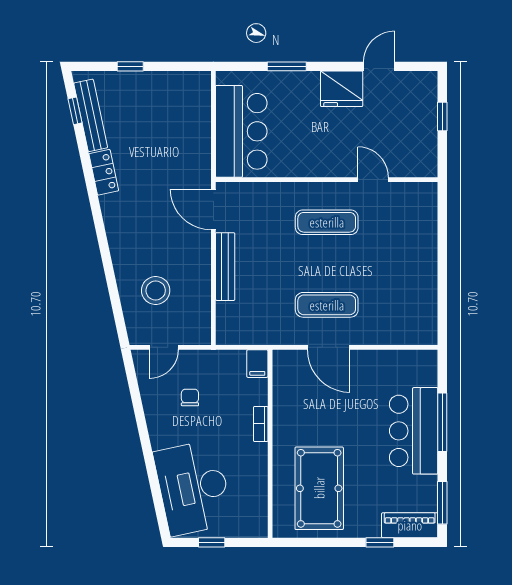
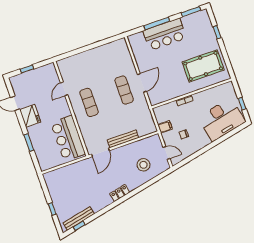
bar counter: (241, 131) -> (68, 138), moved, turned -90
locker: (104, 172) -> (120, 193), moved
filing cabinet: (257, 364) -> (165, 127), moved
piano: (410, 525) -> (205, 22), removed

